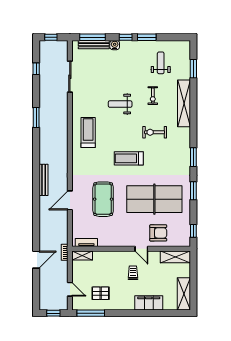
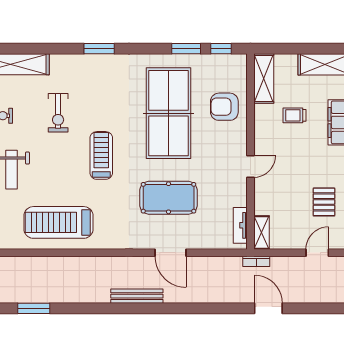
treadmill: (88, 133) -> (58, 222), width x1.37, depth x1.38
treadmill: (129, 158) -> (101, 155), turned 180
window: (193, 191) -> (186, 49), moved
armchair: (158, 233) -> (224, 107), turned -90
door: (141, 249) -> (250, 166), moved
trolley: (133, 273) -> (294, 115), moved

